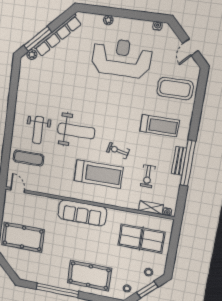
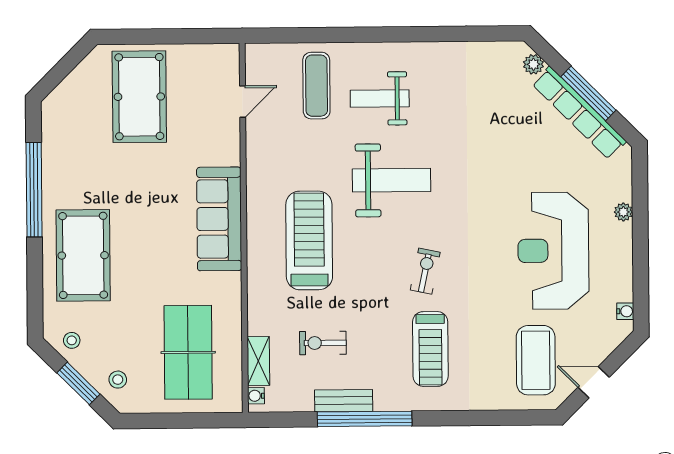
window: (38, 39) -> (588, 93), moved
reception desk: (122, 58) -> (553, 251), turned 180
coffee table: (175, 89) -> (536, 360), moved
weight bench: (76, 131) -> (391, 180), turned -90
exercise bike: (118, 151) -> (425, 271), moved
bench: (179, 161) -> (344, 401), moved
treadmill: (98, 174) -> (309, 240), turned 180
door: (18, 190) -> (243, 102), moved

